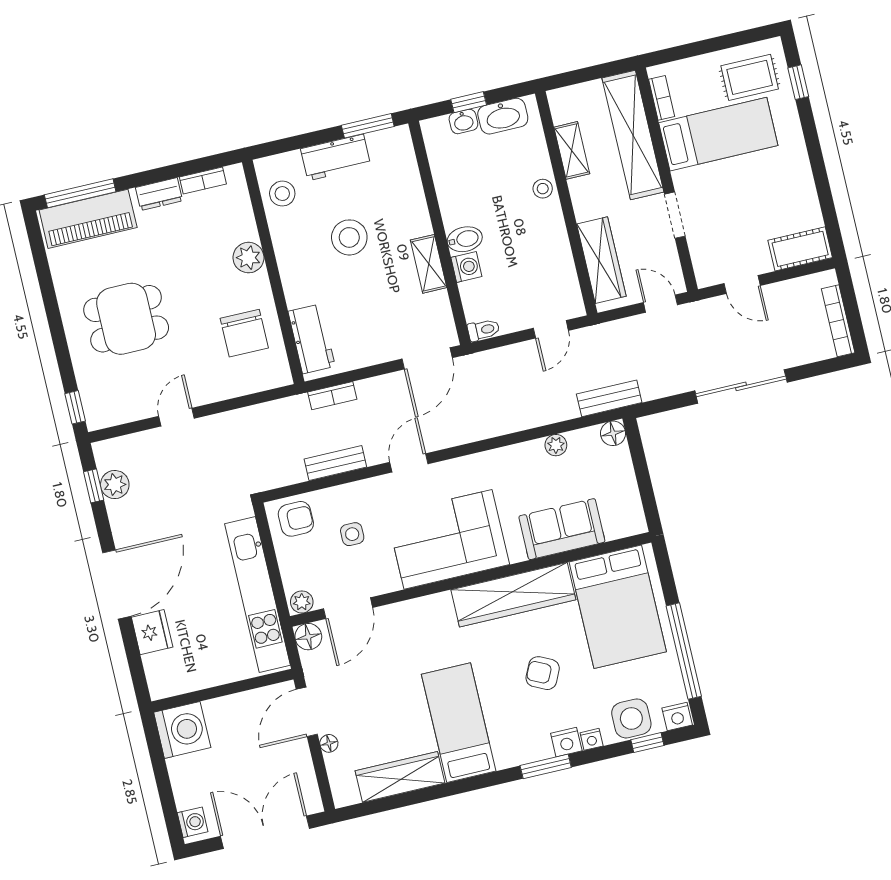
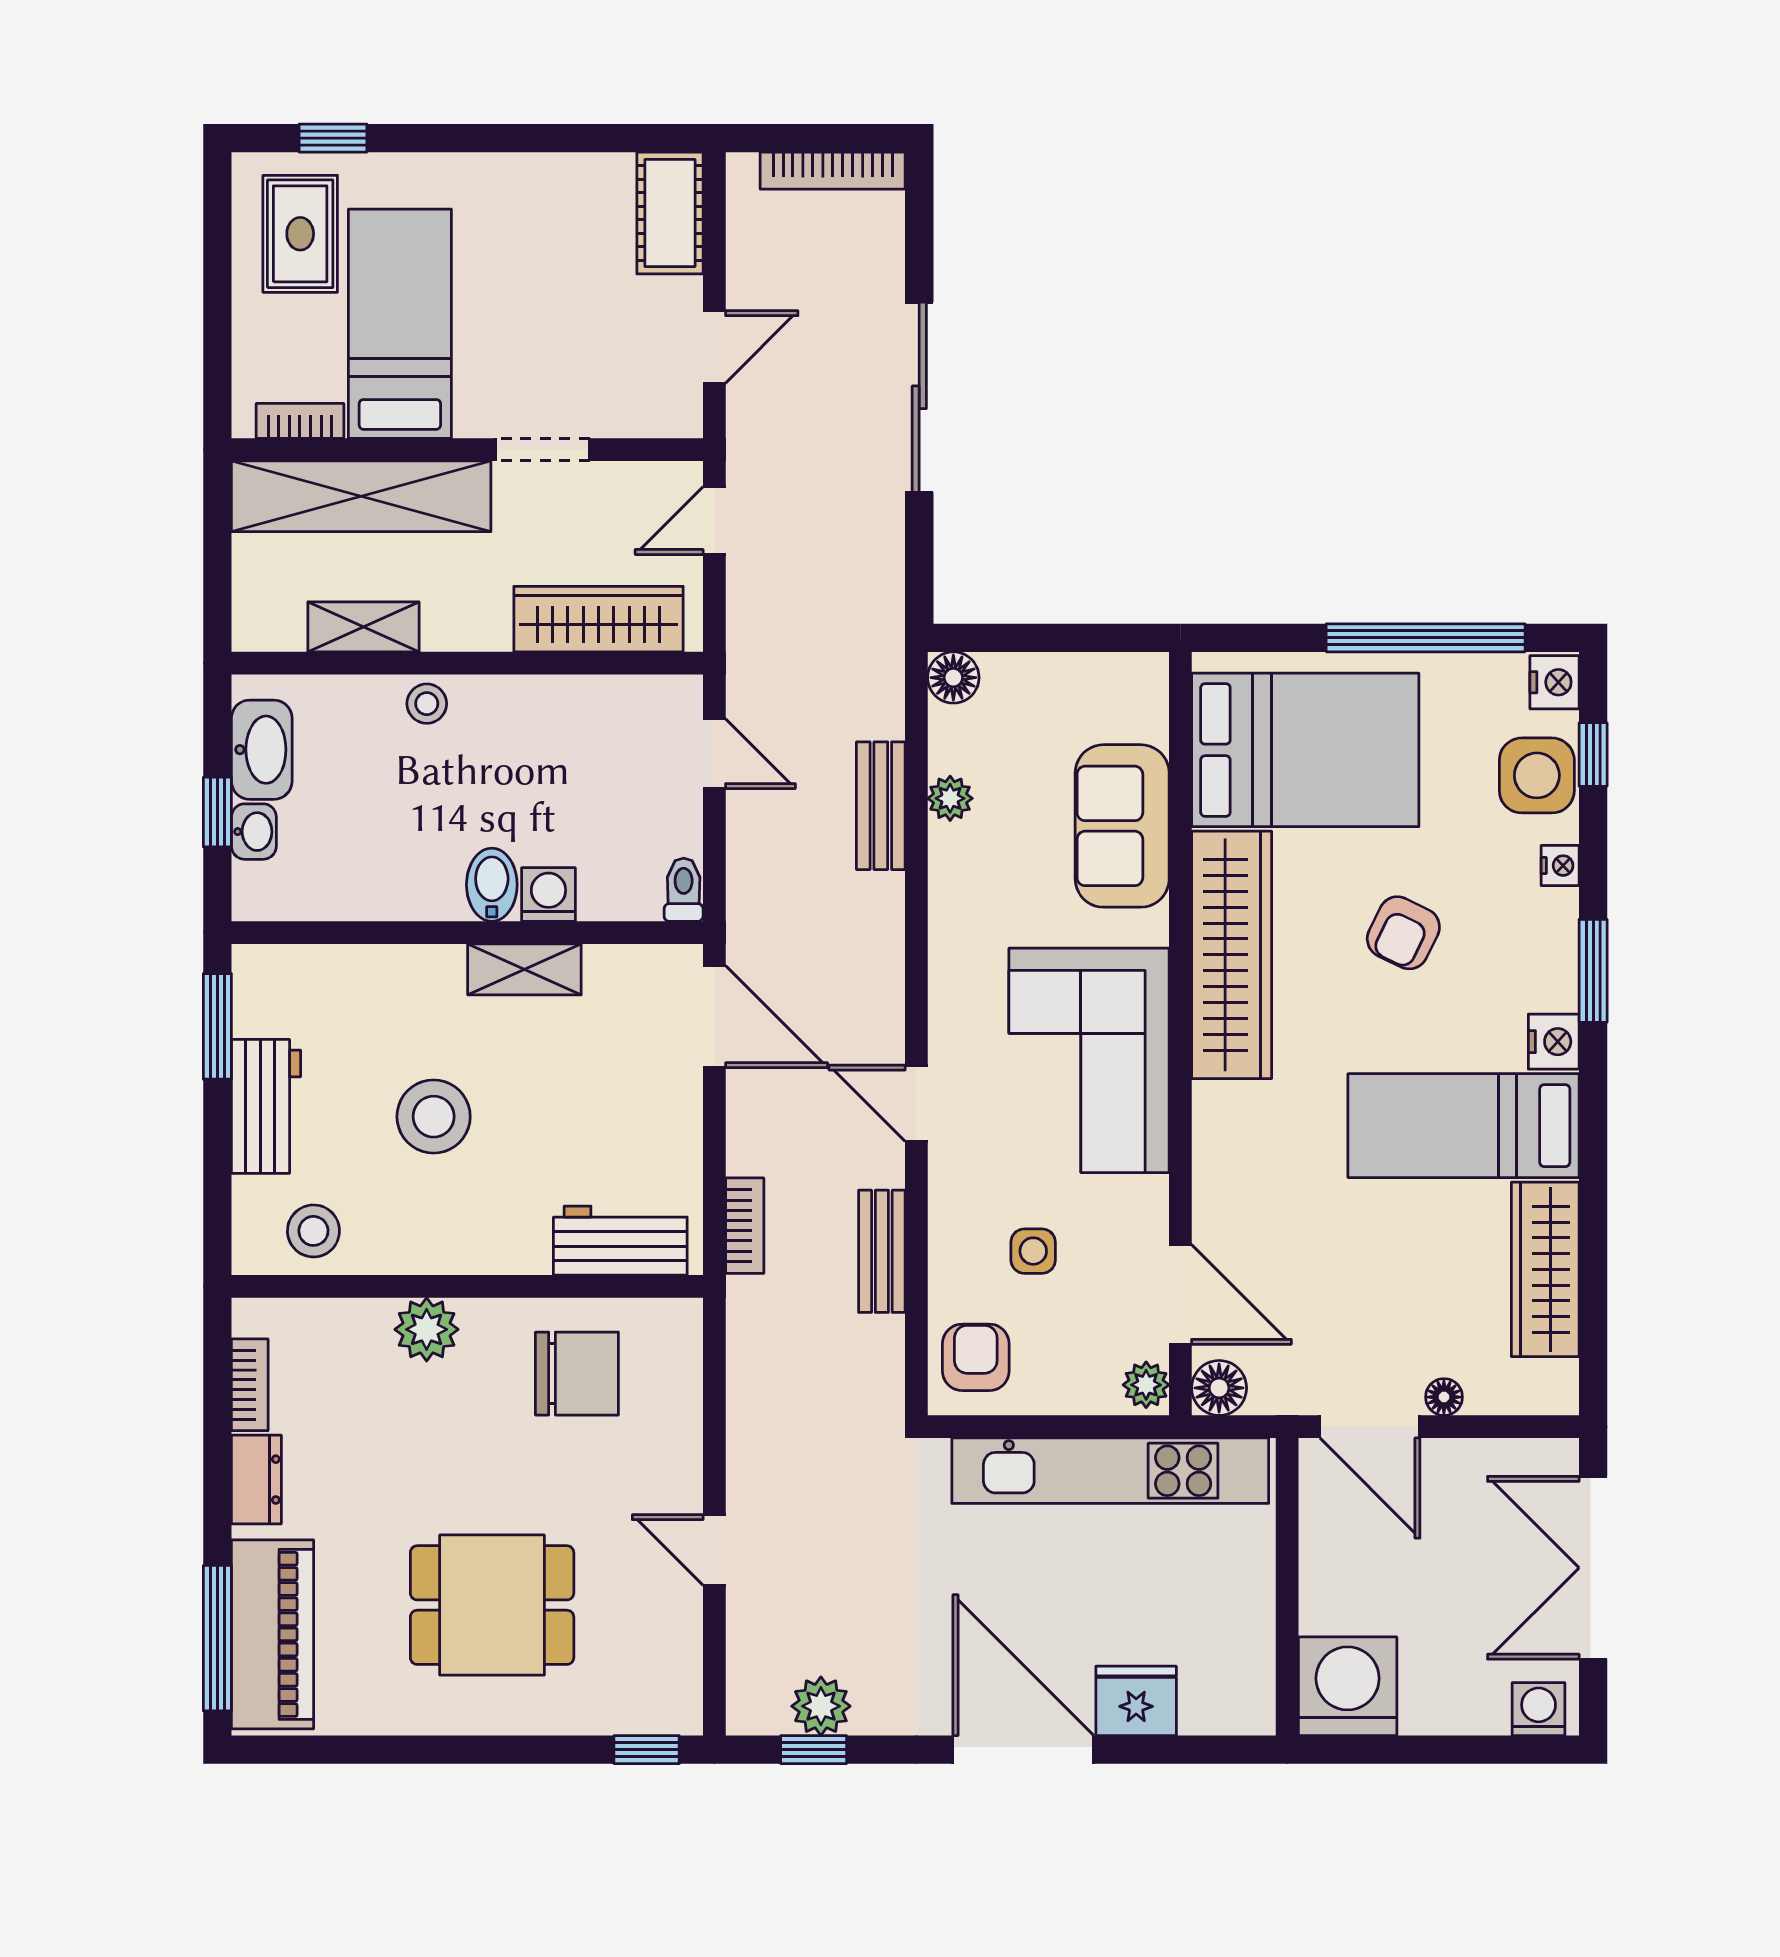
dining table: (126, 319) -> (492, 1605), turned 90
bench: (609, 398) -> (881, 806), moved
nightstand: (566, 742) -> (1554, 1042), moved

